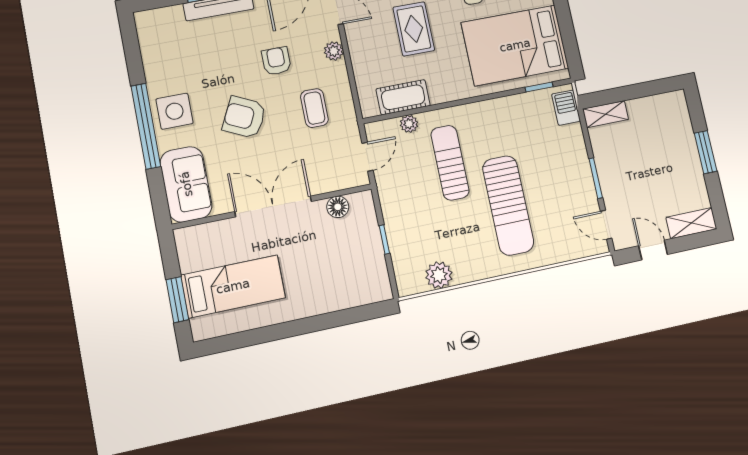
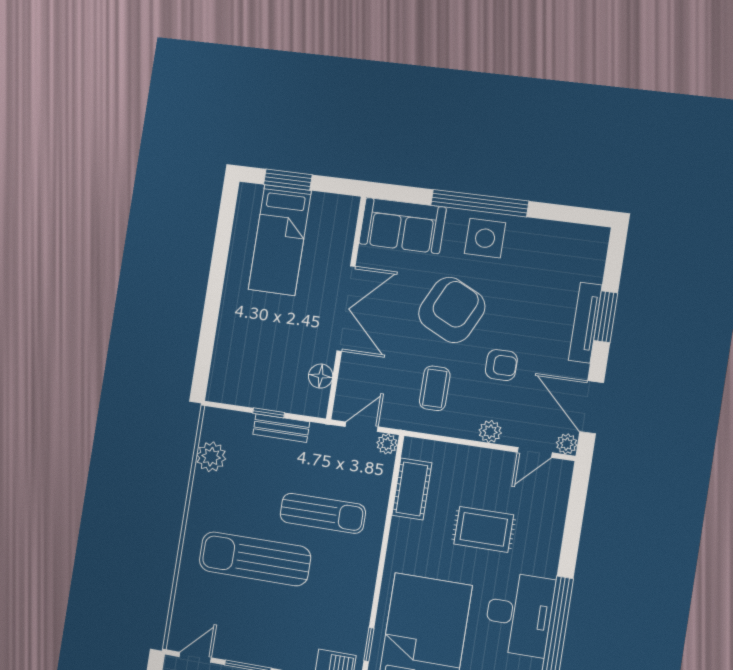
coffee table: (314, 108) -> (435, 388), turned 90
armchair: (244, 117) -> (452, 310), width x1.36, depth x1.36
plant: (409, 124) -> (387, 444), moved
door: (368, 157) -> (362, 427), swing flipped
bench: (393, 224) -> (281, 428), added

